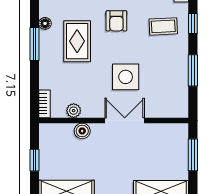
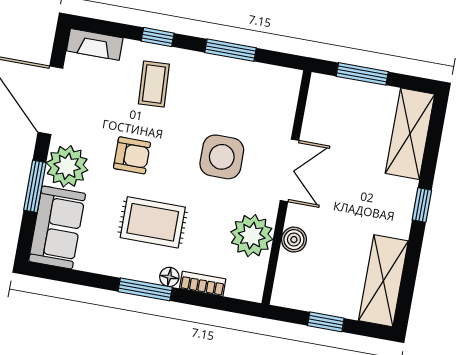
floor lamp: (45, 23) -> (169, 277), moved
bookcase: (45, 104) -> (203, 284), moved
plant: (74, 111) -> (252, 236), width x1.87, depth x1.87
double door: (125, 120) -> (289, 170), swing flipped

